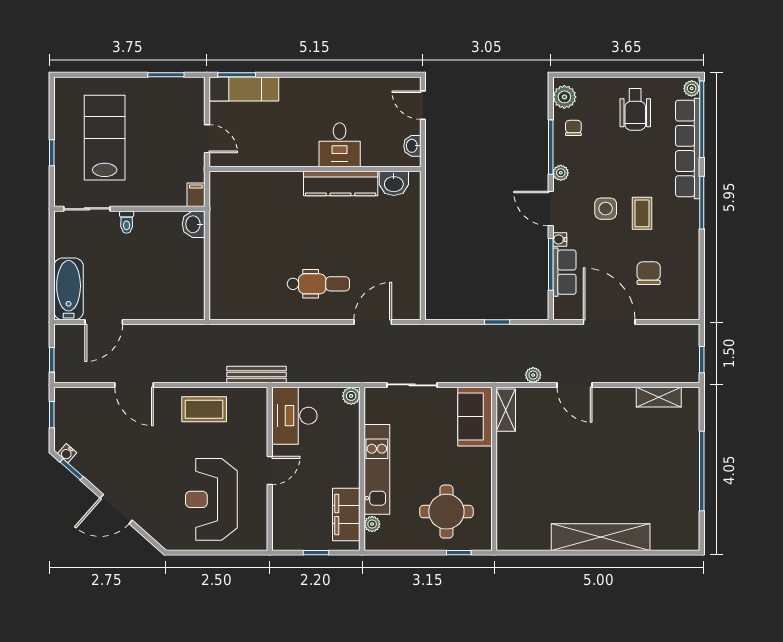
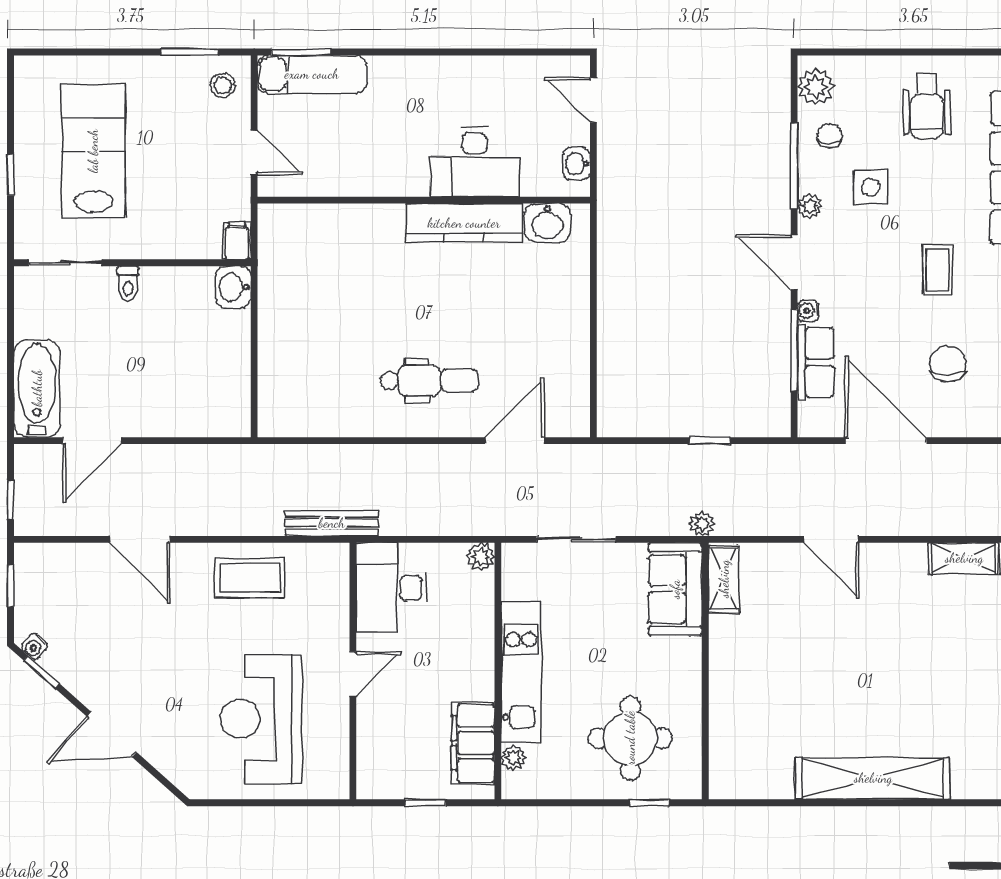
stool: (187, 96) -> (223, 85), added
desk: (340, 145) -> (474, 162), width x1.37
side table: (606, 209) -> (870, 187), moved
plant: (533, 375) -> (702, 524), moved

